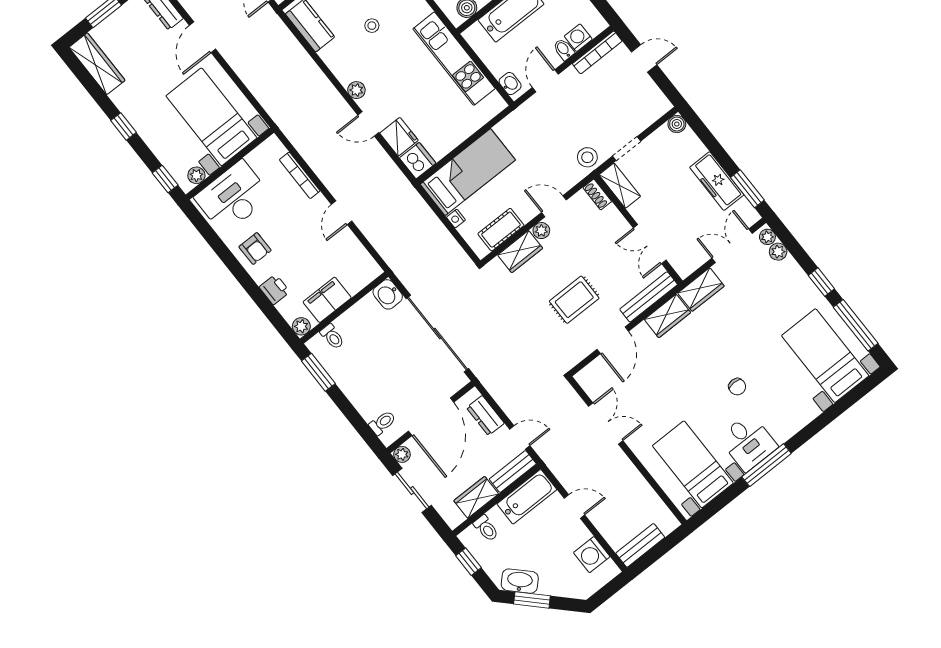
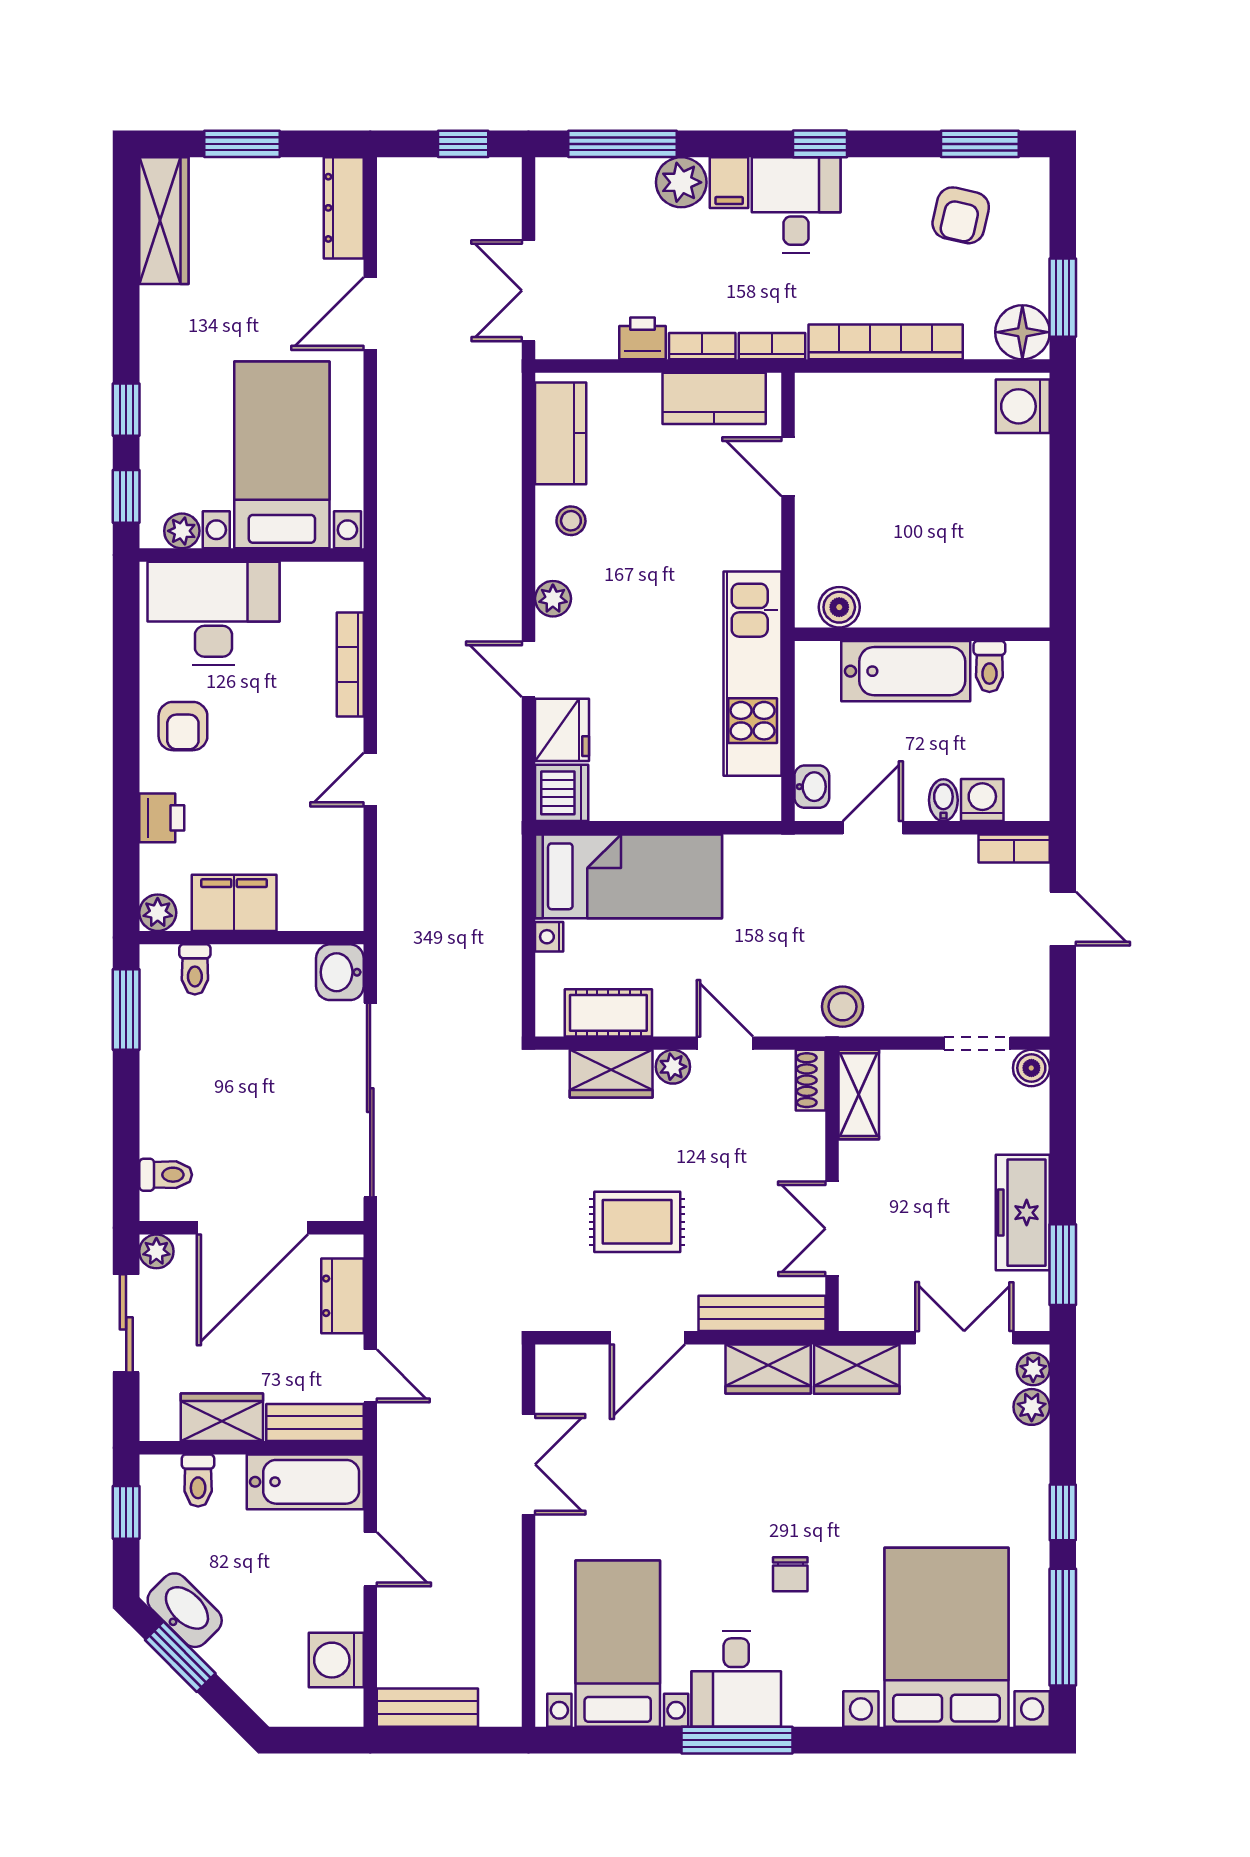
stool: (372, 26) -> (571, 521), moved
bookcase: (597, 52) -> (1014, 848), width x0.64
window: (123, 126) -> (126, 410), moved
doorway: (626, 149) -> (977, 1043), moved
bed with nightstands: (825, 356) -> (947, 1637), width x1.36

